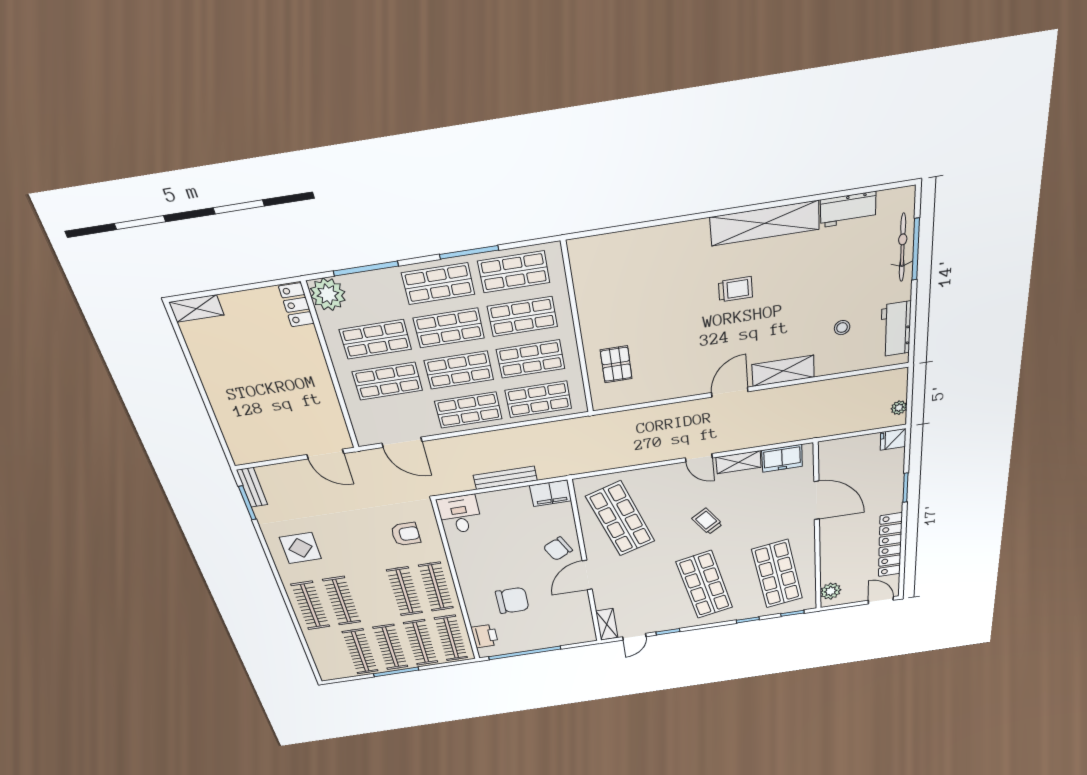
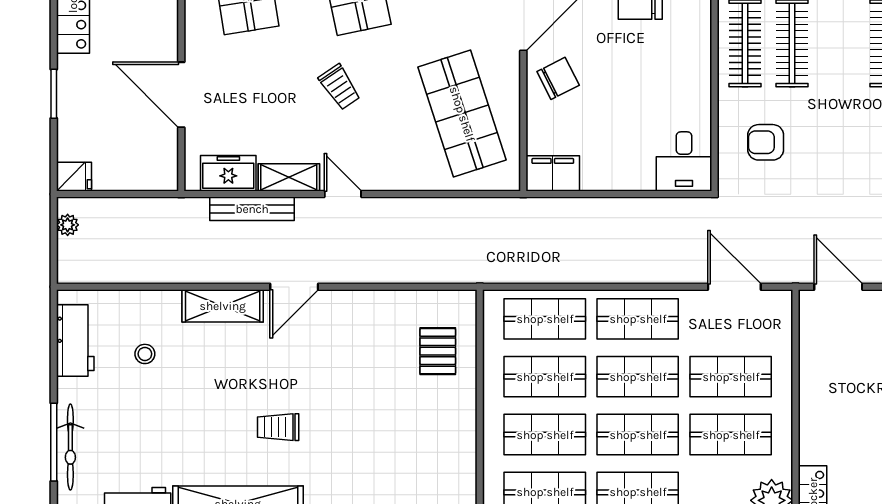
bench: (505, 478) -> (252, 209), moved

